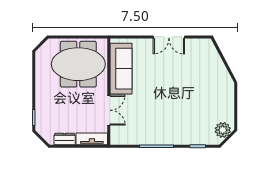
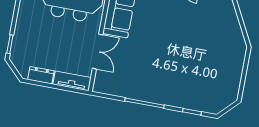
plant: (223, 130) -> (224, 99), removed

